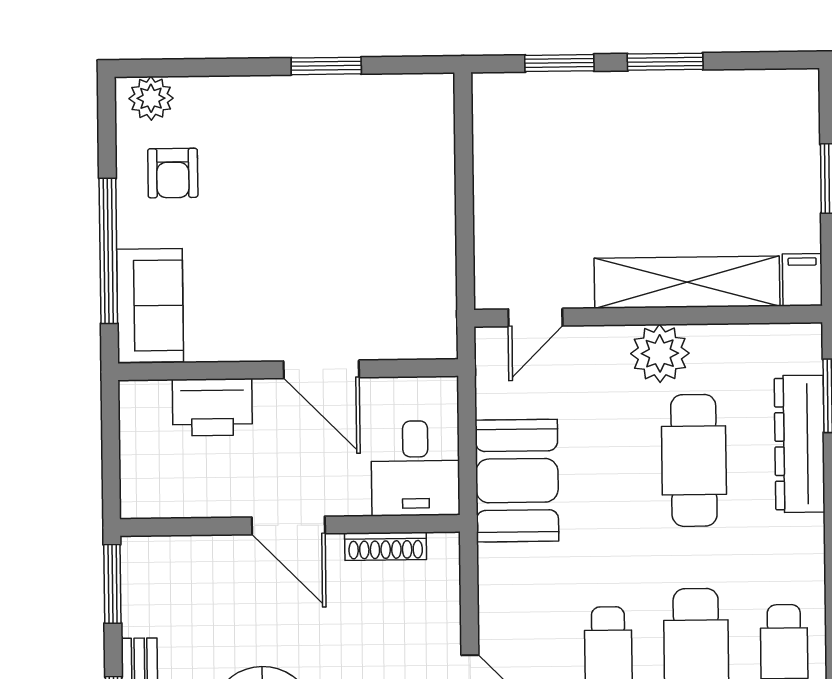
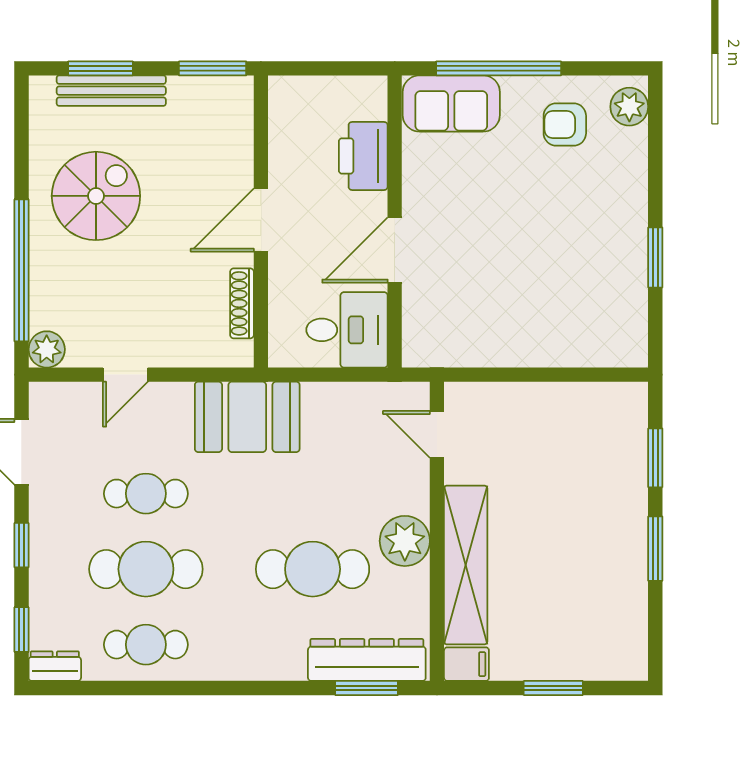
dresser: (800, 444) -> (367, 660), moved
desk: (415, 468) -> (347, 330), moved, turned 180
booth: (517, 481) -> (247, 417), moved

